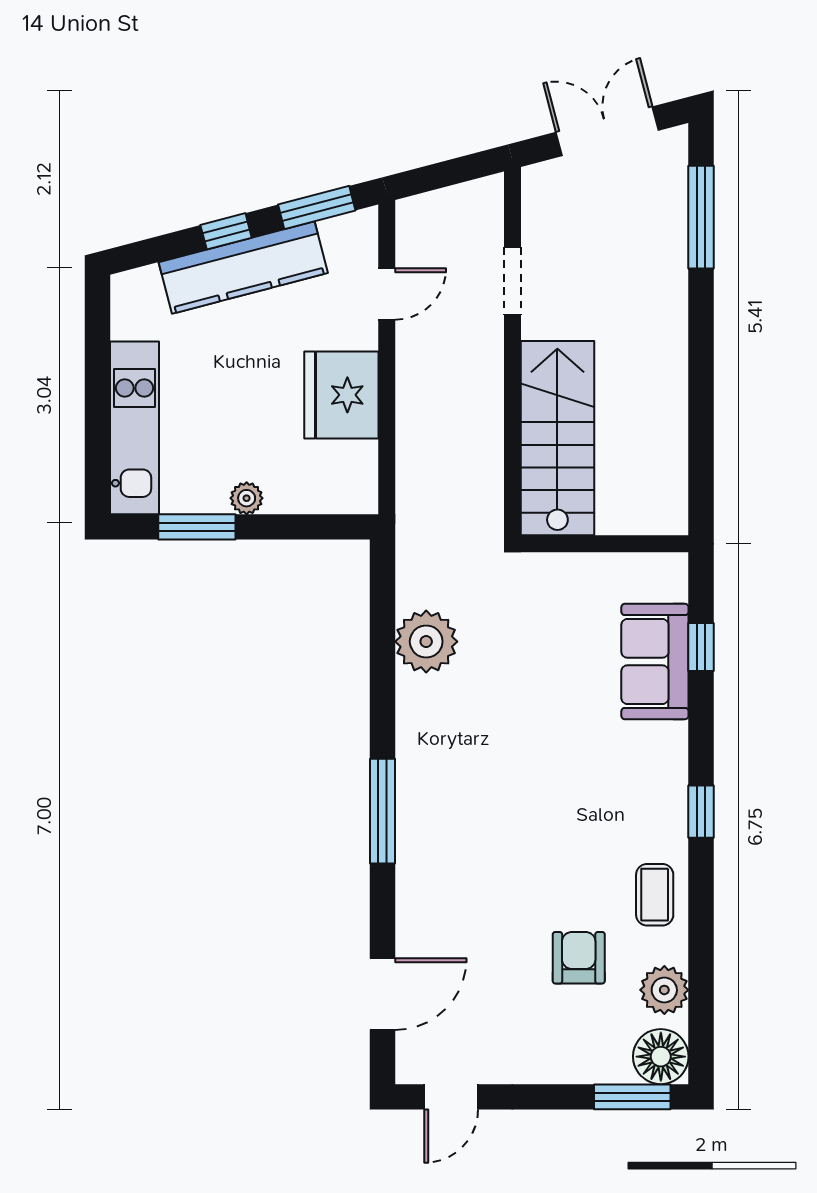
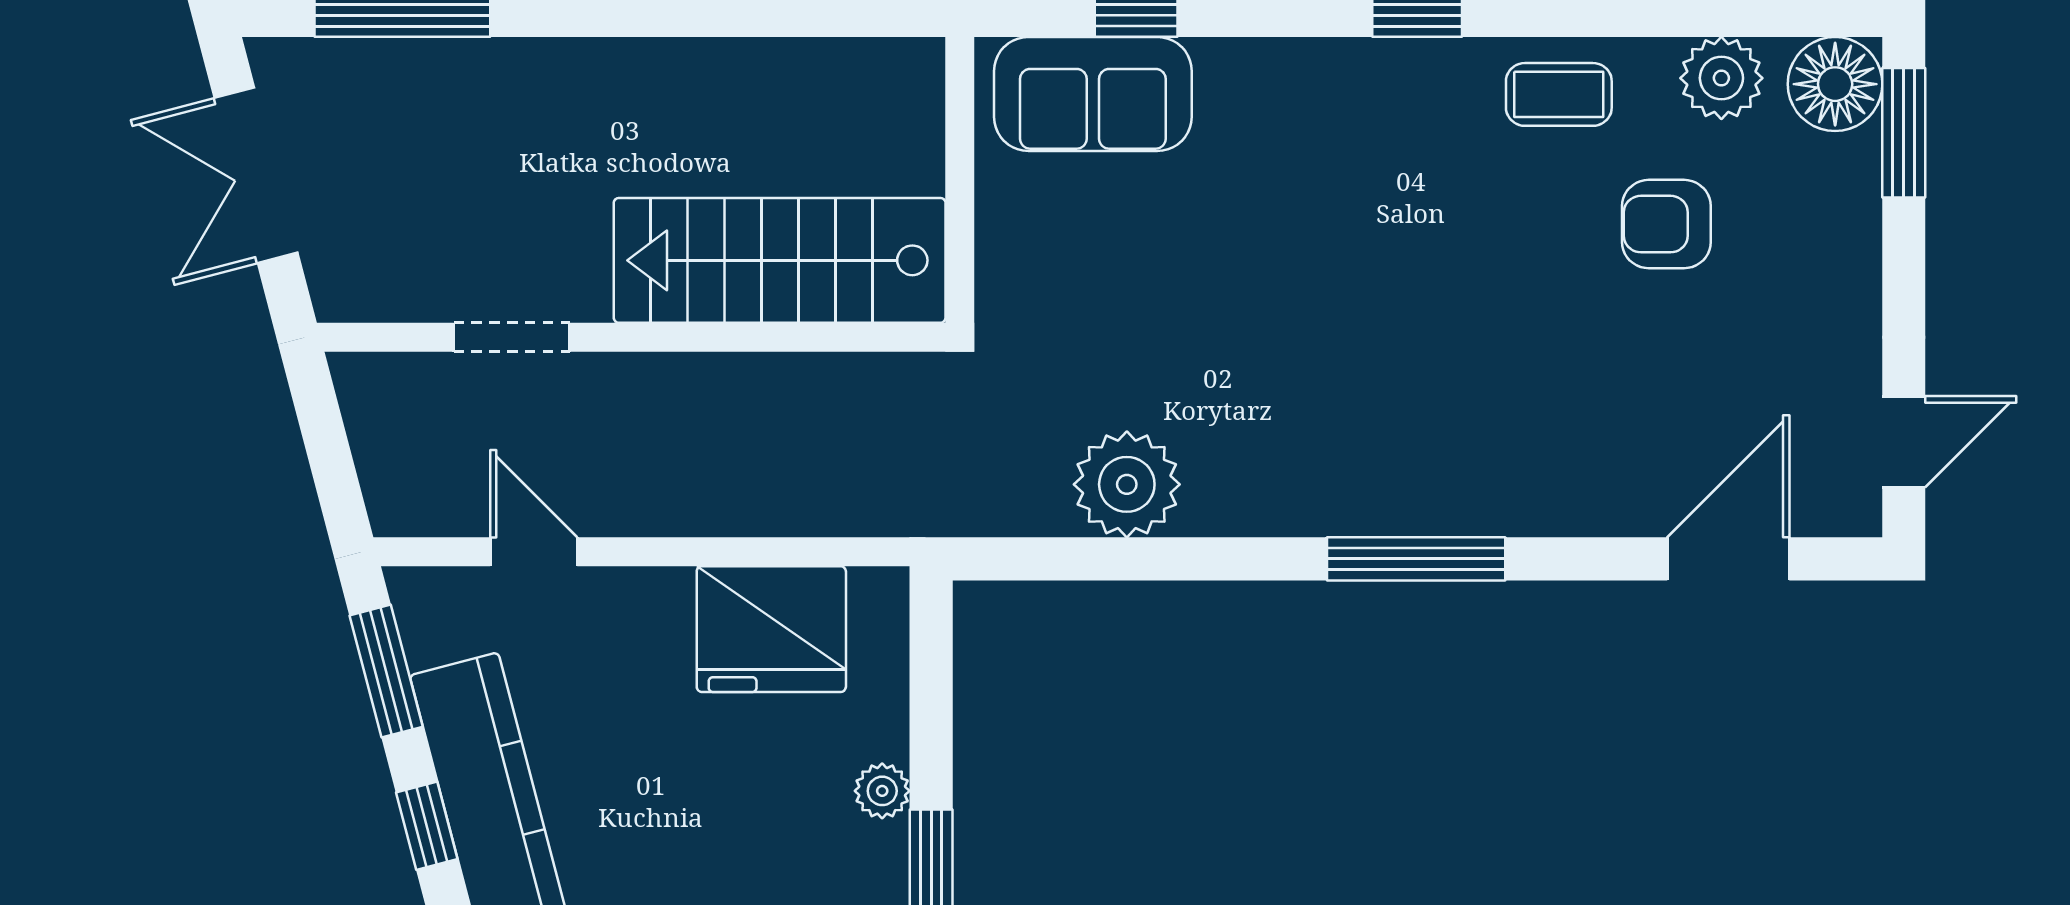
fridge: (341, 395) -> (771, 629), moved
sofa: (655, 662) -> (1093, 94), moved
door: (382, 994) -> (1728, 559), hinge flipped
door: (451, 1097) -> (1904, 442), hinge flipped

